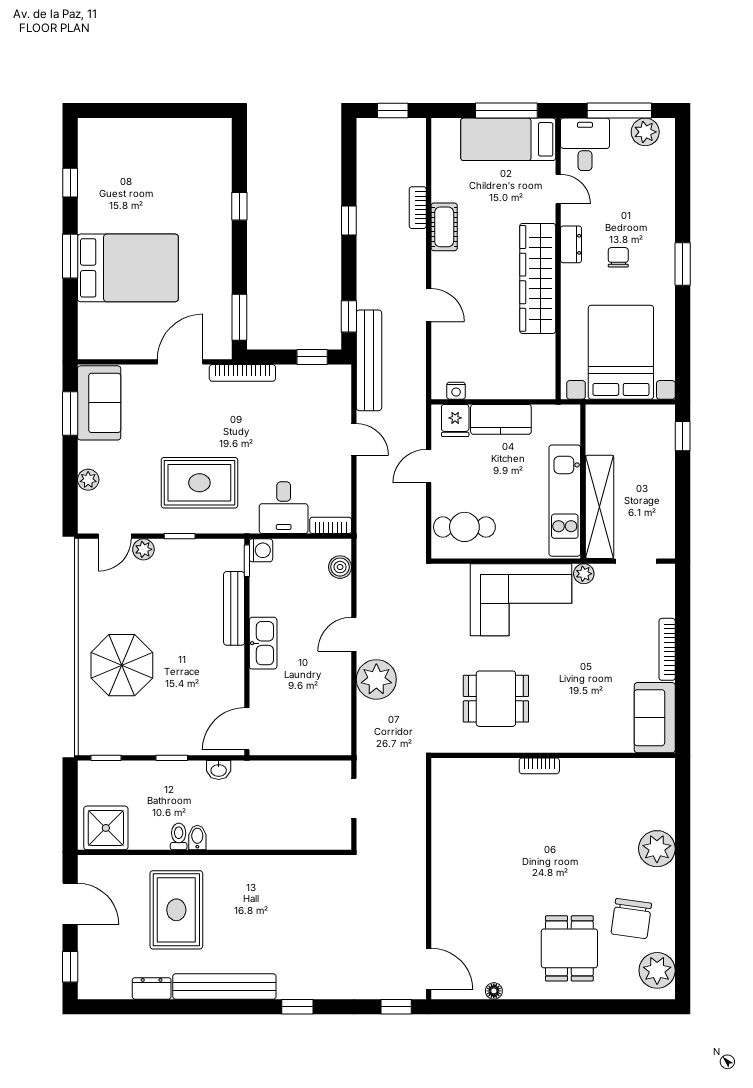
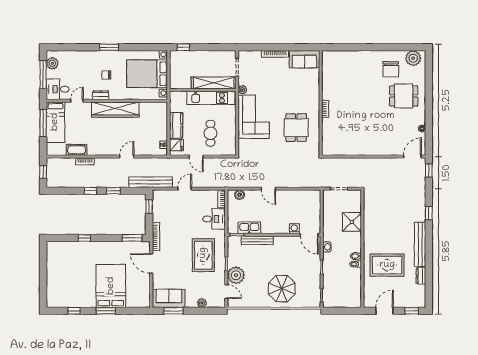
cot: (444, 227) -> (77, 150), moved
window: (349, 316) -> (113, 191), moved
cafe table: (464, 527) -> (210, 133), moved
plant: (143, 549) -> (236, 275), width x1.88, depth x1.88
washing machine: (261, 550) -> (294, 229), moved
kitchen sink: (263, 643) -> (249, 228), moved
plant: (376, 679) -> (288, 179), removed
shower: (106, 828) -> (352, 222), moved
plant: (657, 849) -> (361, 58), removed
chair: (631, 919) -> (391, 69), turned 82

